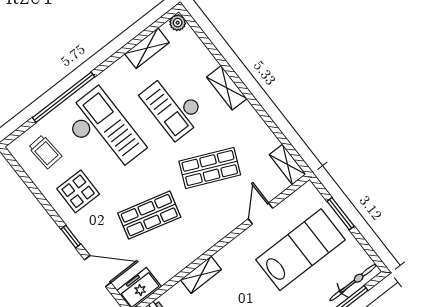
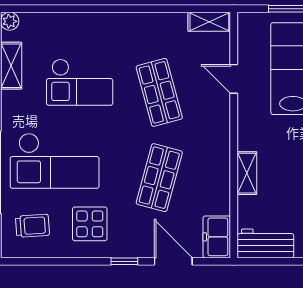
shelving: (227, 88) -> (100, 23), removed
checkout: (104, 132) -> (55, 161), turned 180
shop shelf: (210, 168) -> (159, 92), turned -39
door: (98, 271) -> (173, 261), hinge flipped

